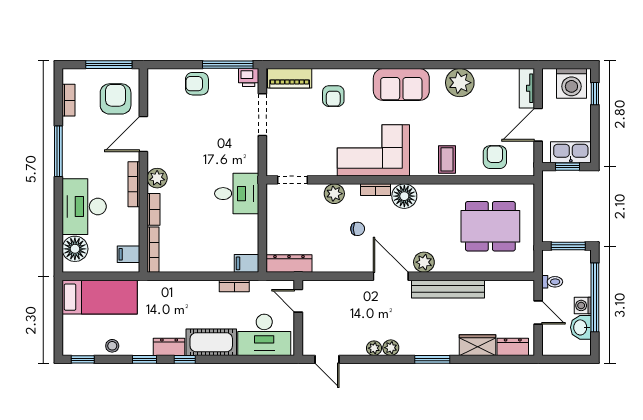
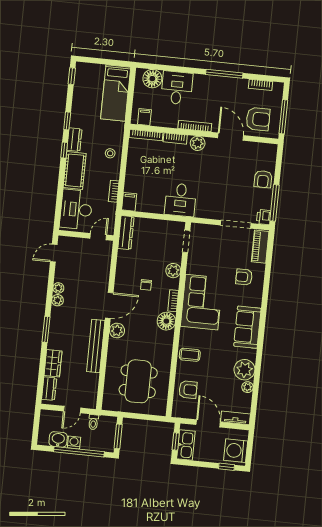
plant: (483, 76) -> (247, 387), added
armchair: (197, 84) -> (263, 179), turned 180
desk: (84, 207) -> (177, 88), width x0.73
stool: (112, 346) -> (110, 153), moved

